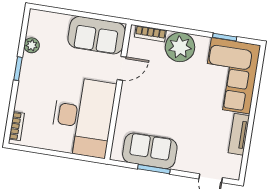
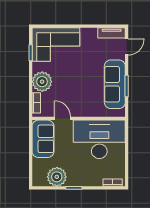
plant: (32, 45) -> (57, 177), width x1.87, depth x1.87
tv unit: (239, 134) -> (112, 33), moved
sofa: (150, 151) -> (115, 84), width x1.36

